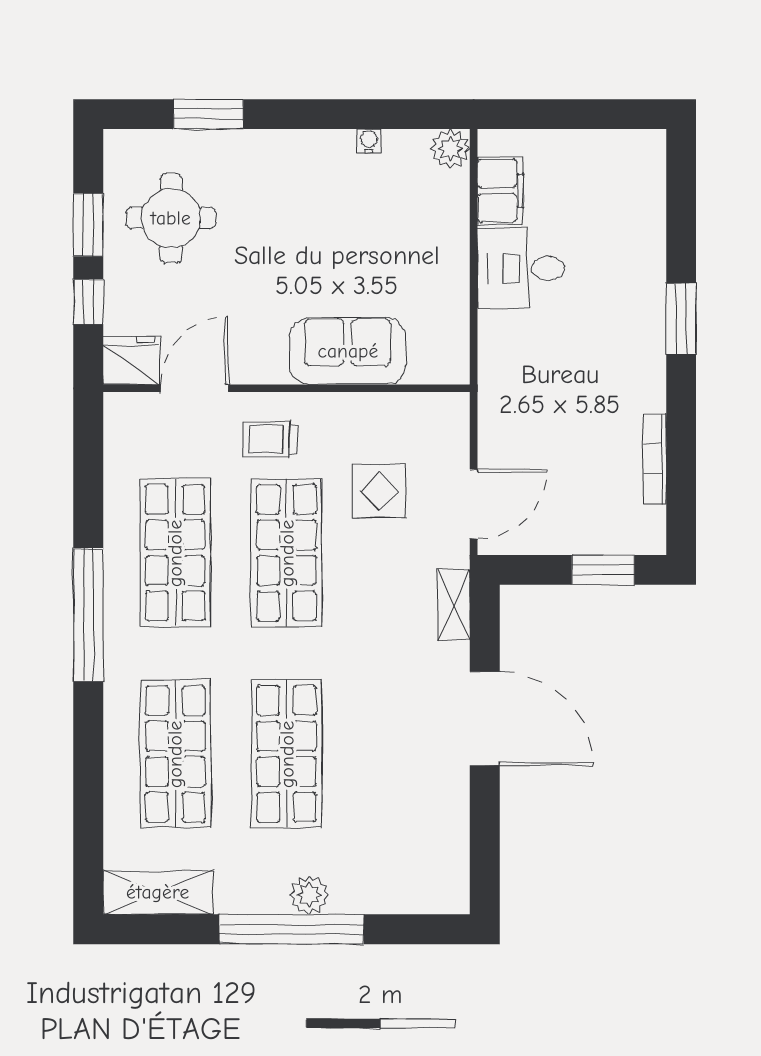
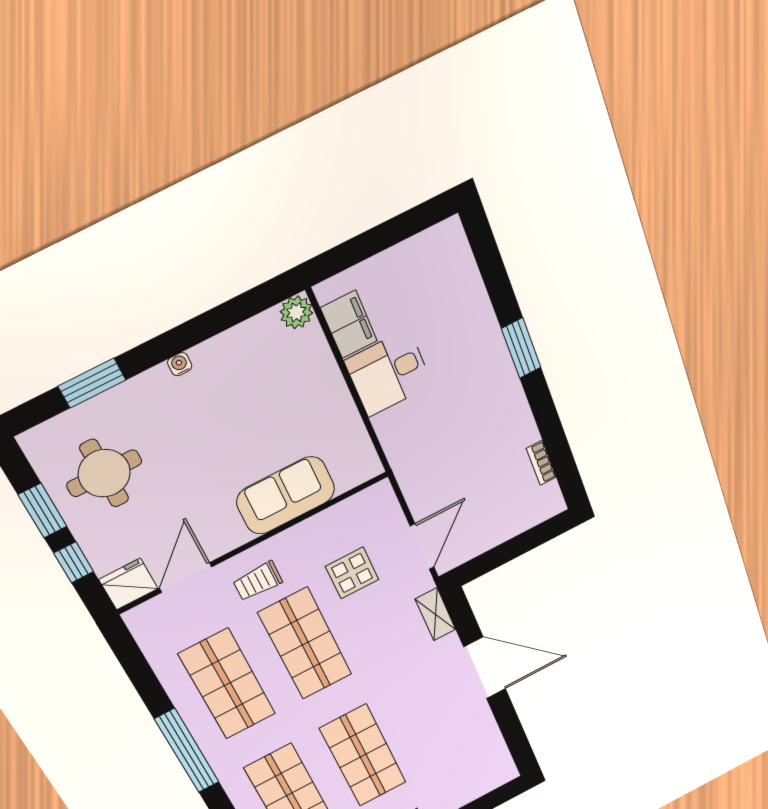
water cooler: (369, 141) -> (180, 364), moved
bookcase: (655, 459) -> (541, 463), width x0.64
window: (603, 570) -> (528, 541), removed

